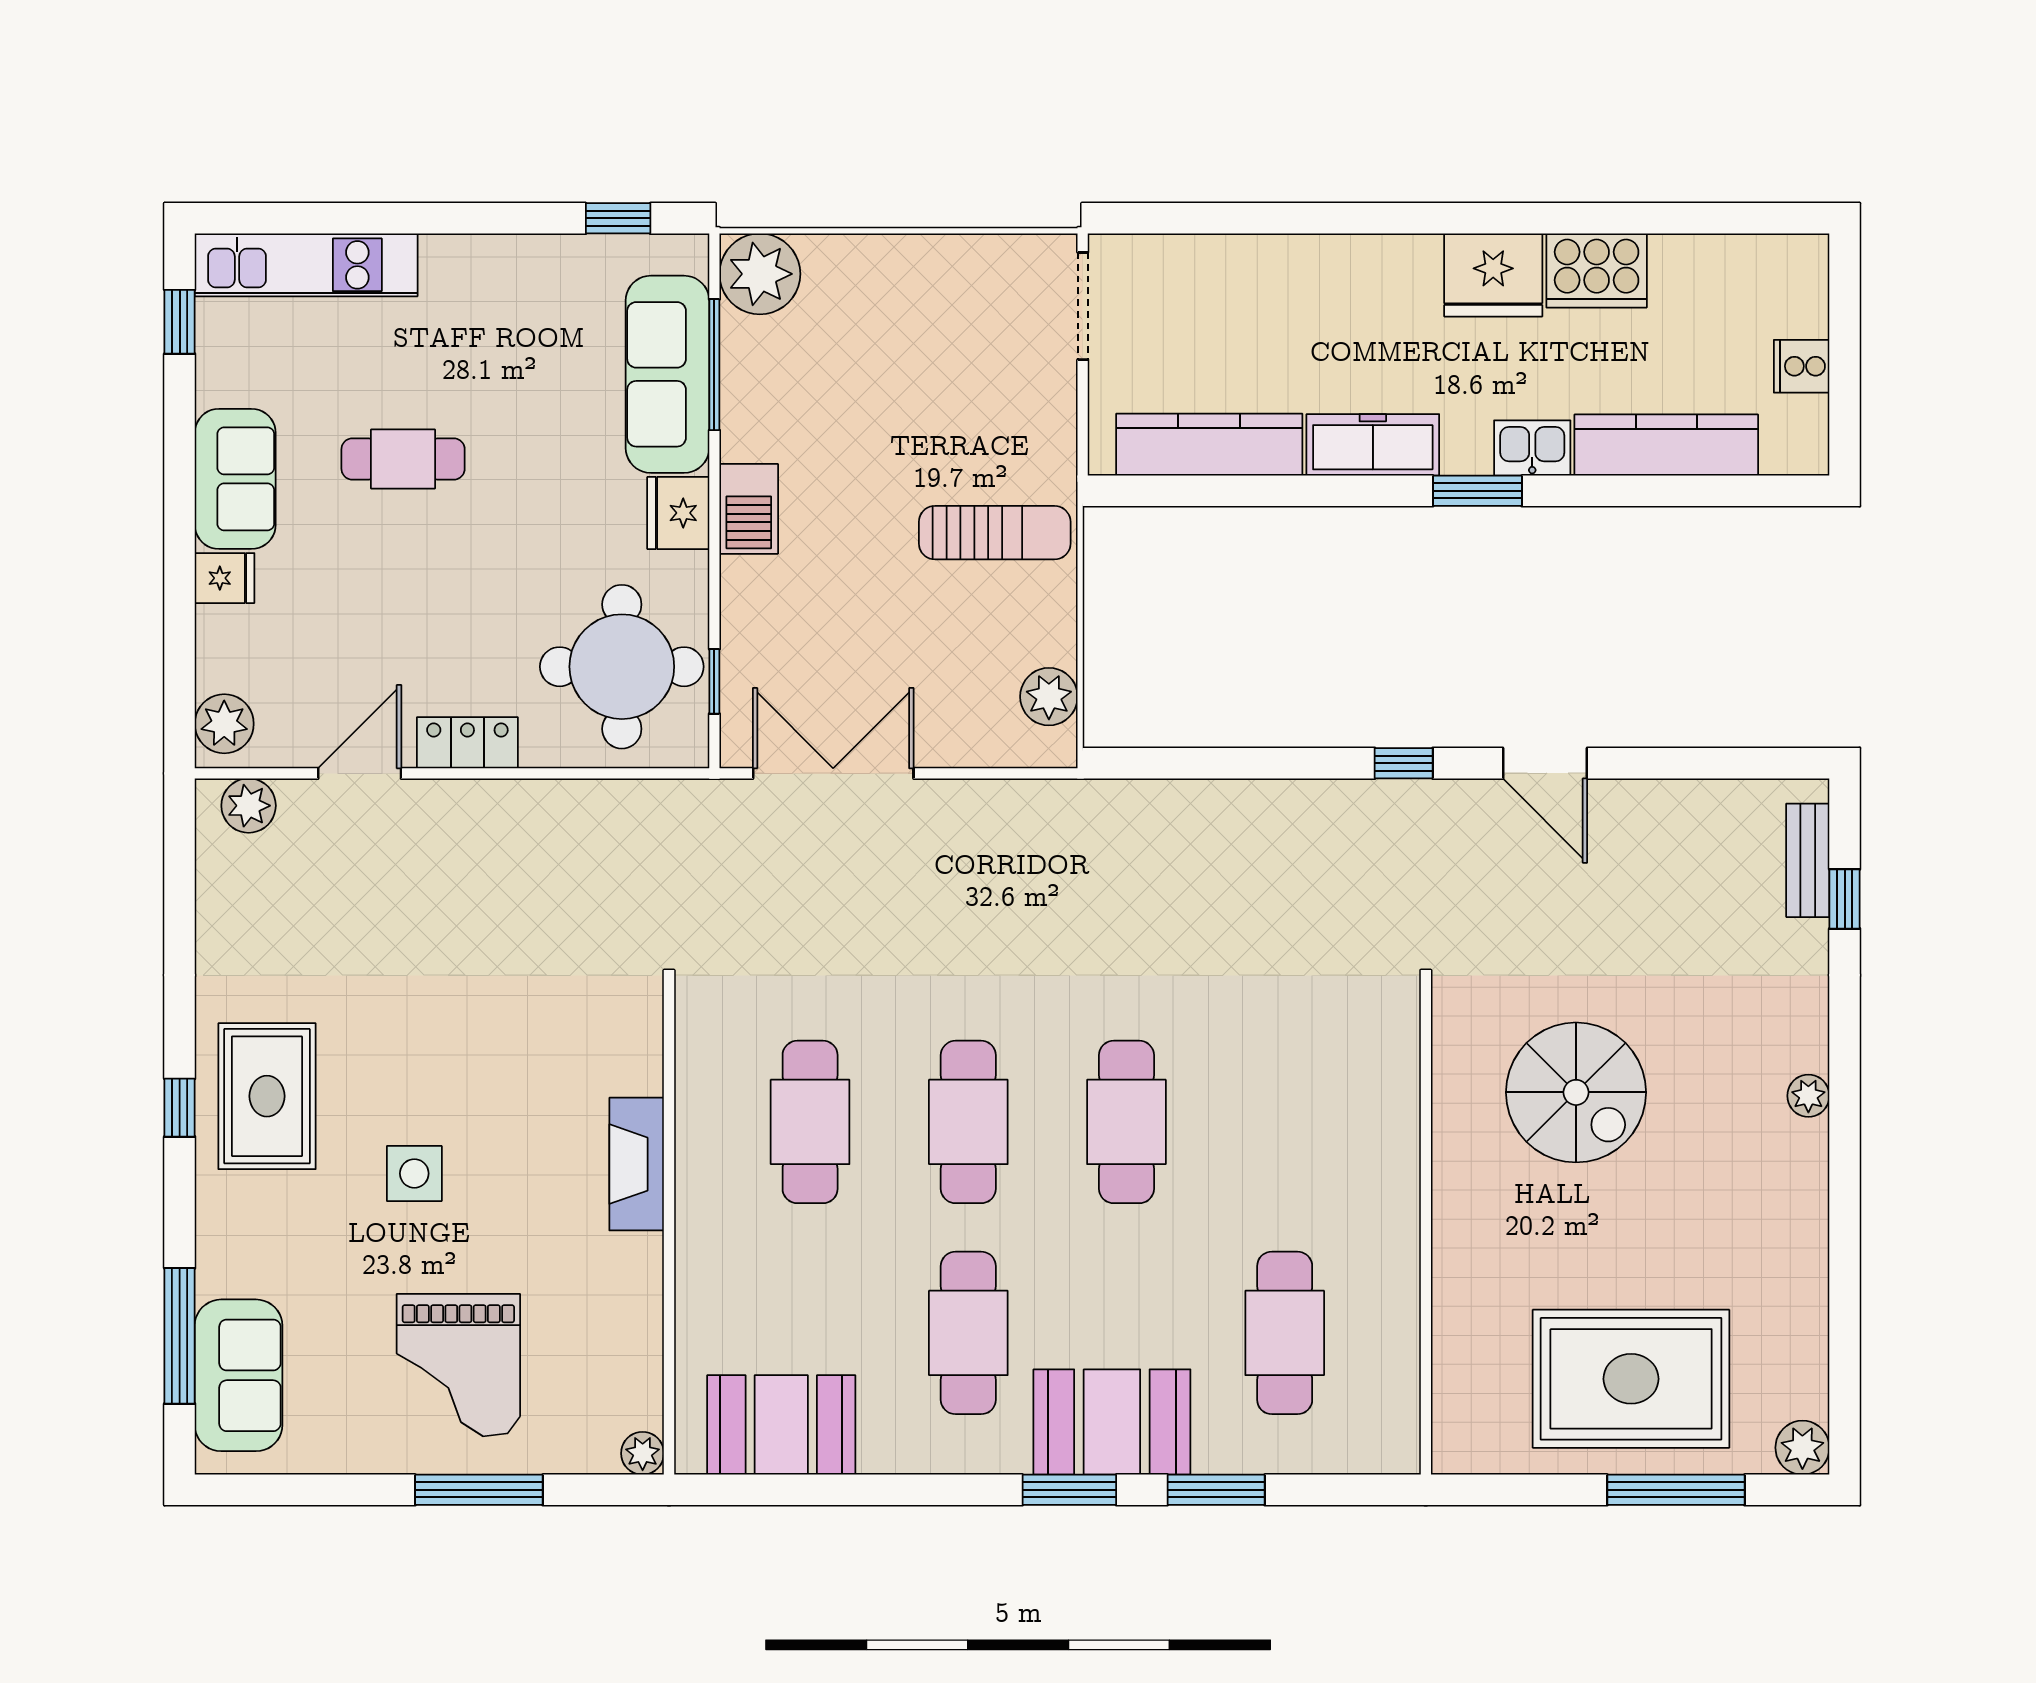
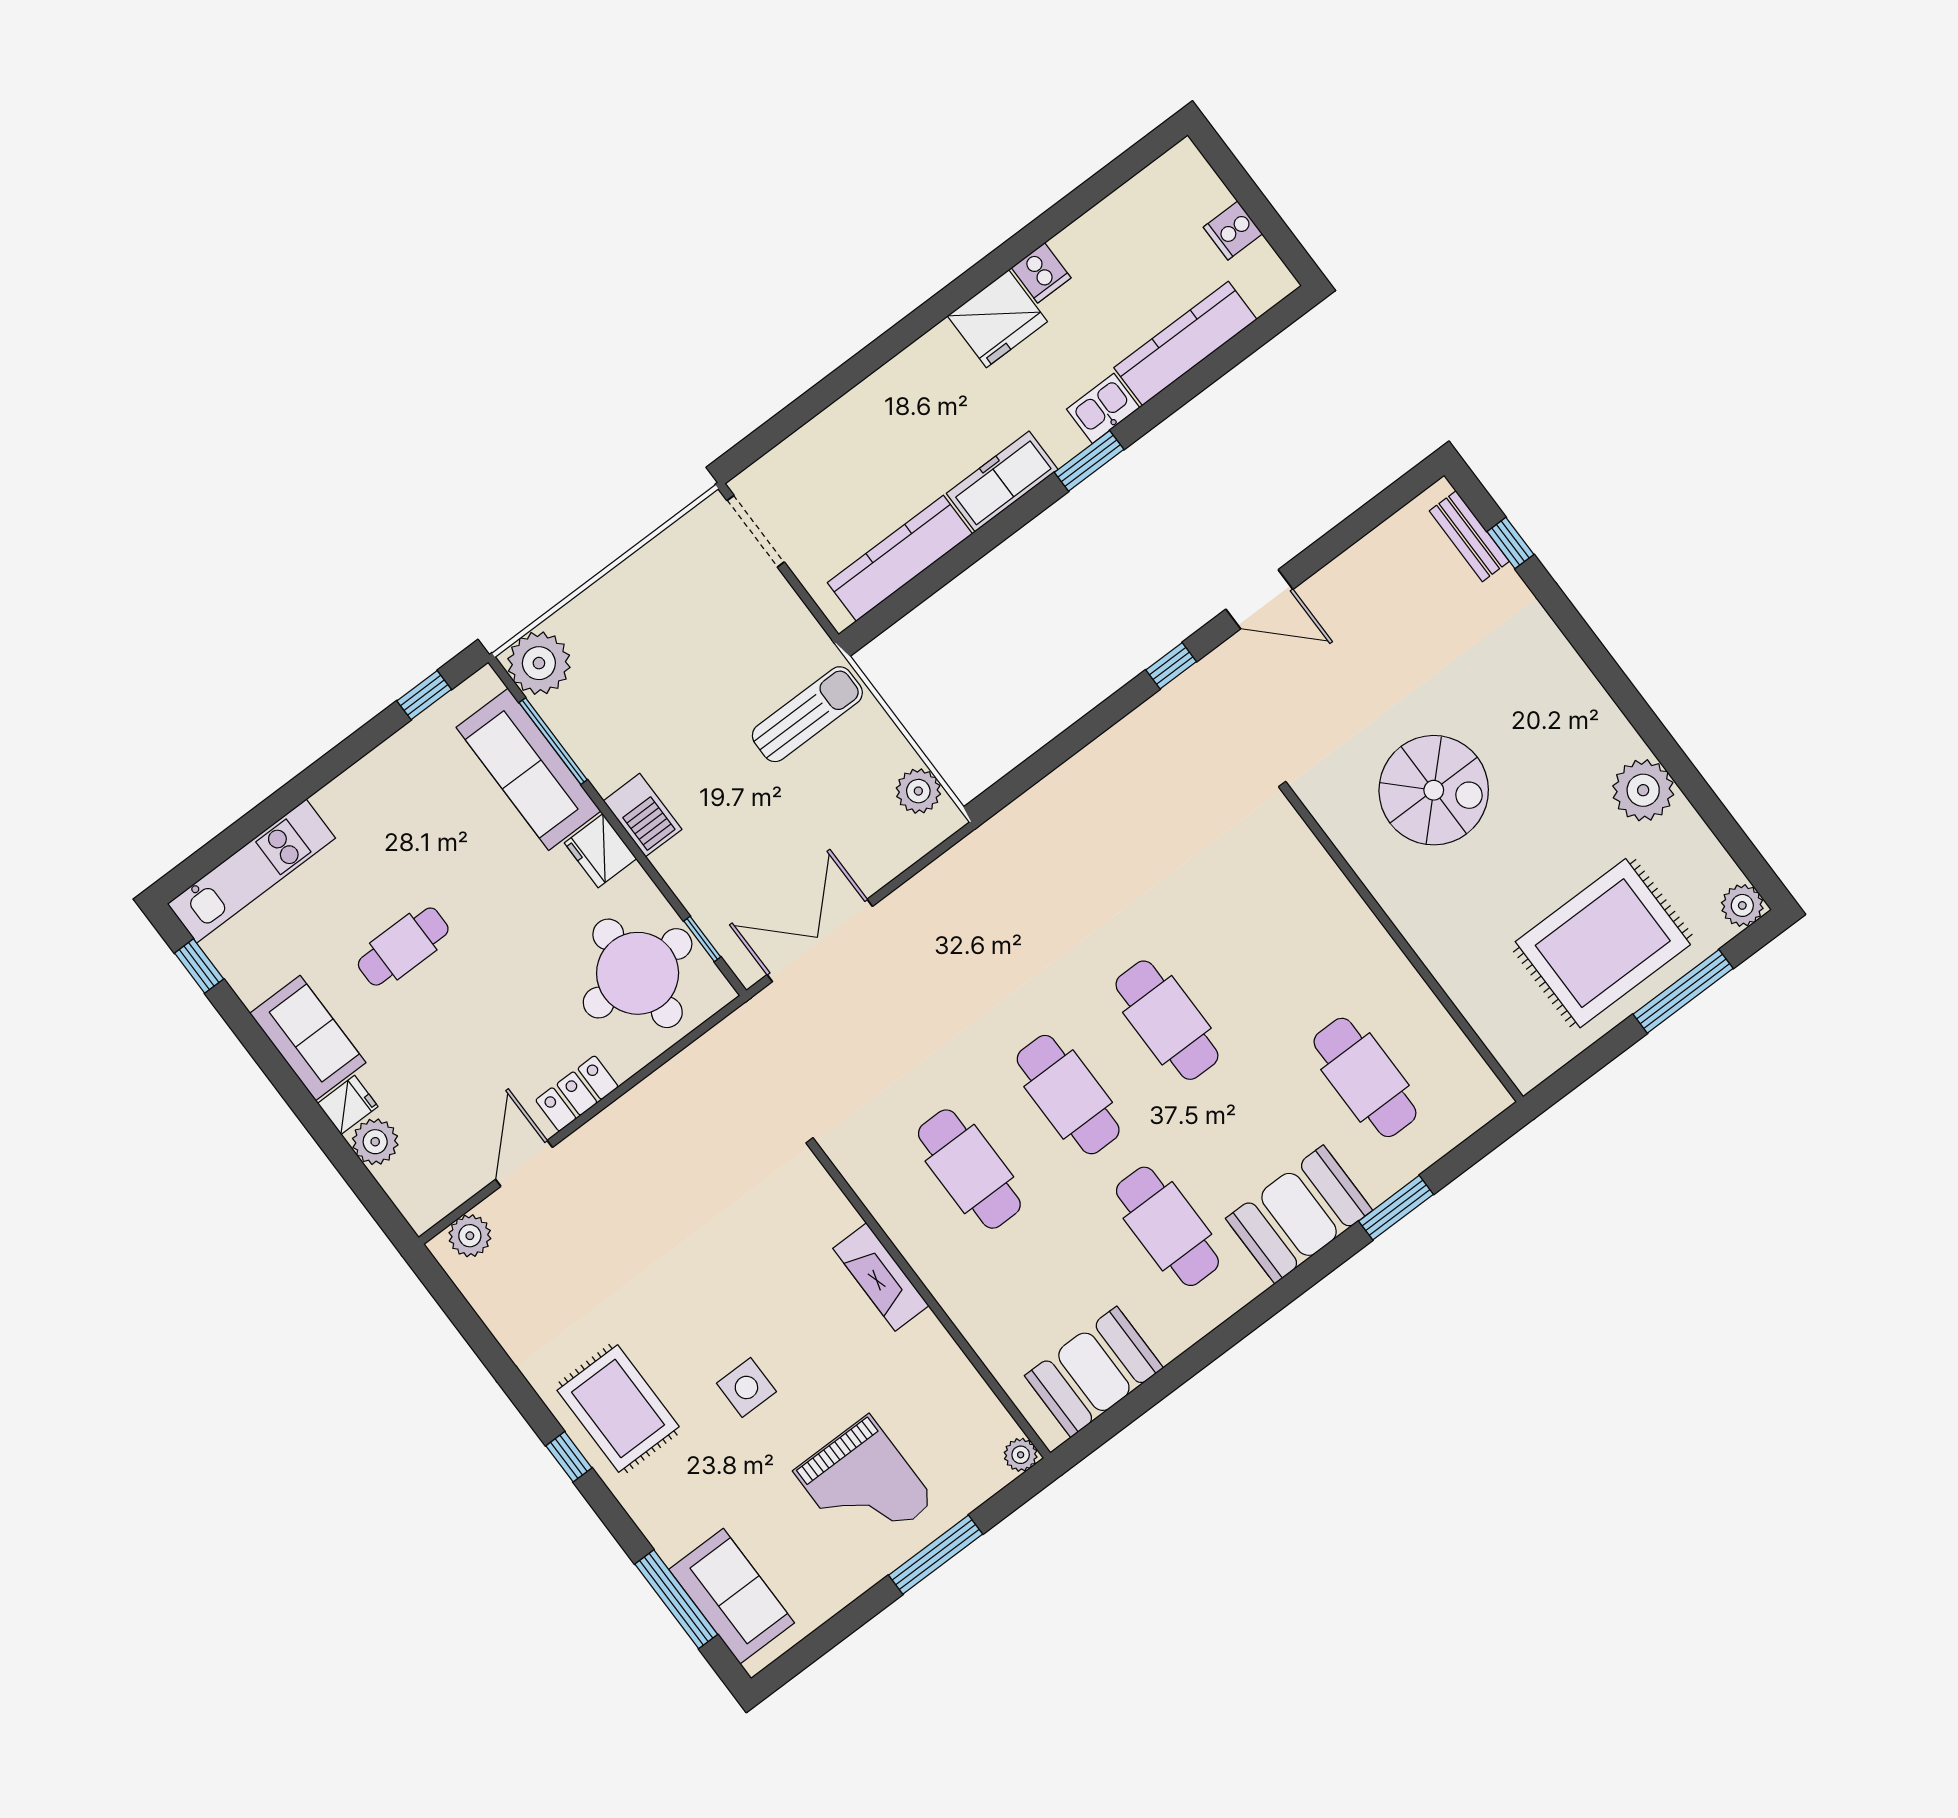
cooker: (1597, 271) -> (1041, 273), width x0.53, depth x0.76
plant: (224, 724) -> (375, 1142), moved
plant: (1808, 1096) -> (1643, 790), moved, width x1.88, depth x1.88
window: (1069, 1490) -> (1304, 1277), removed

